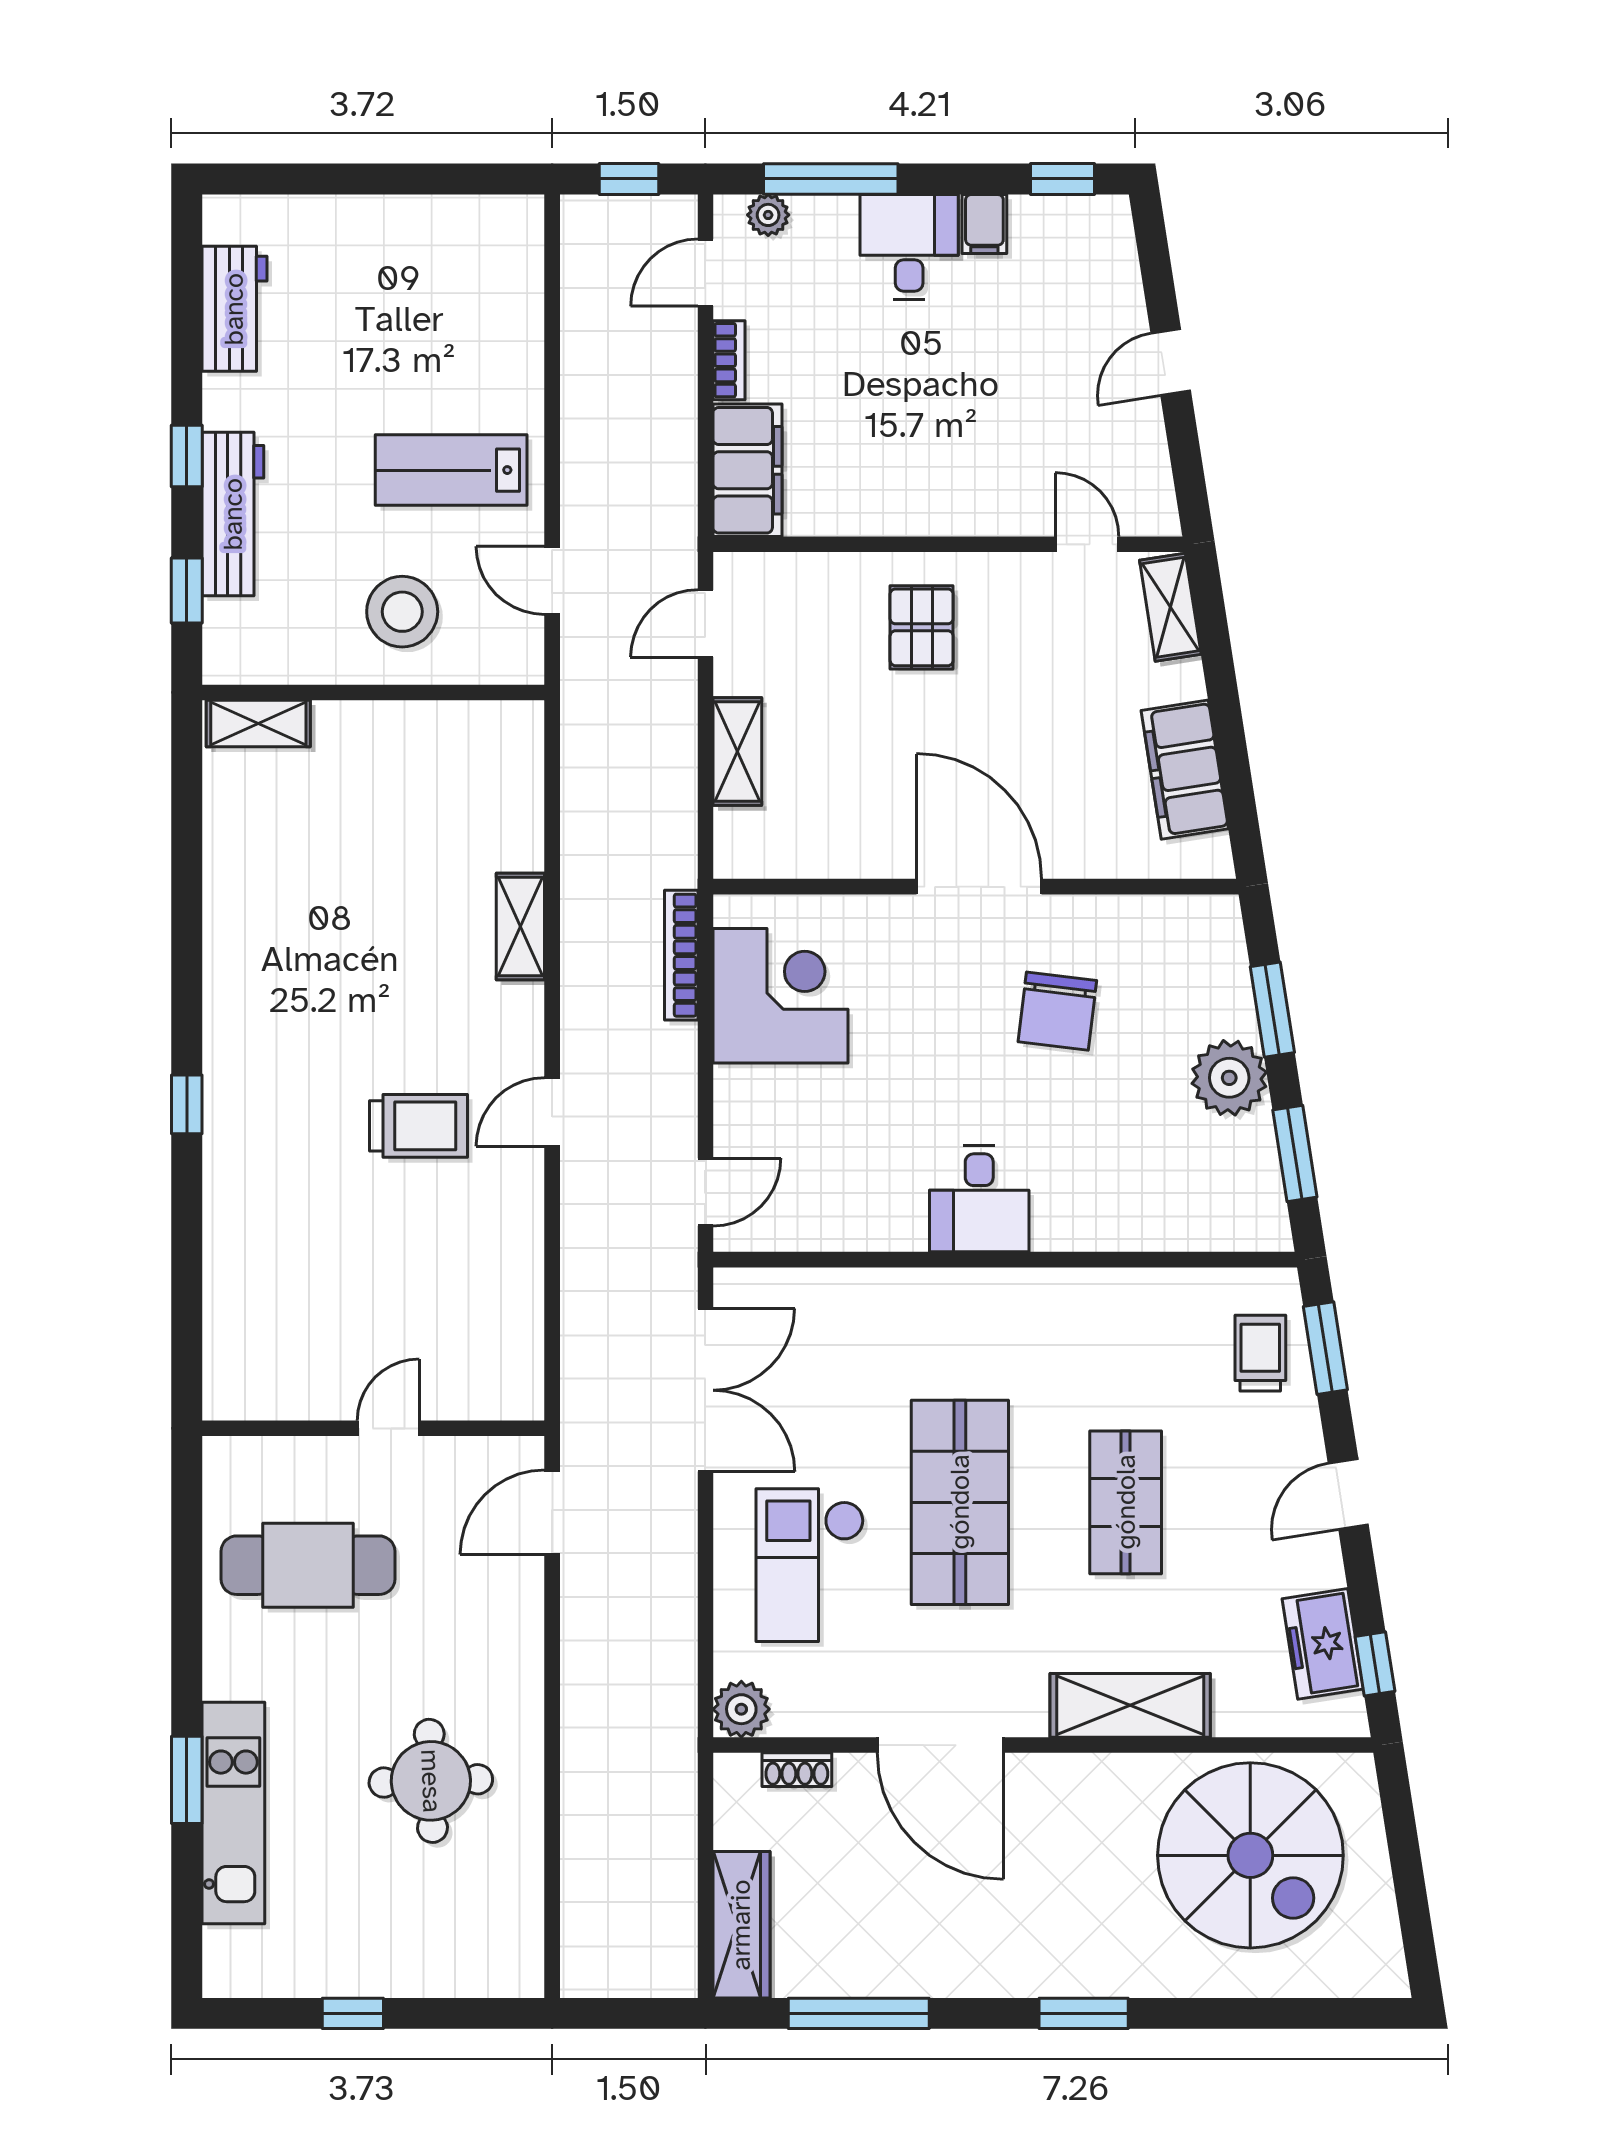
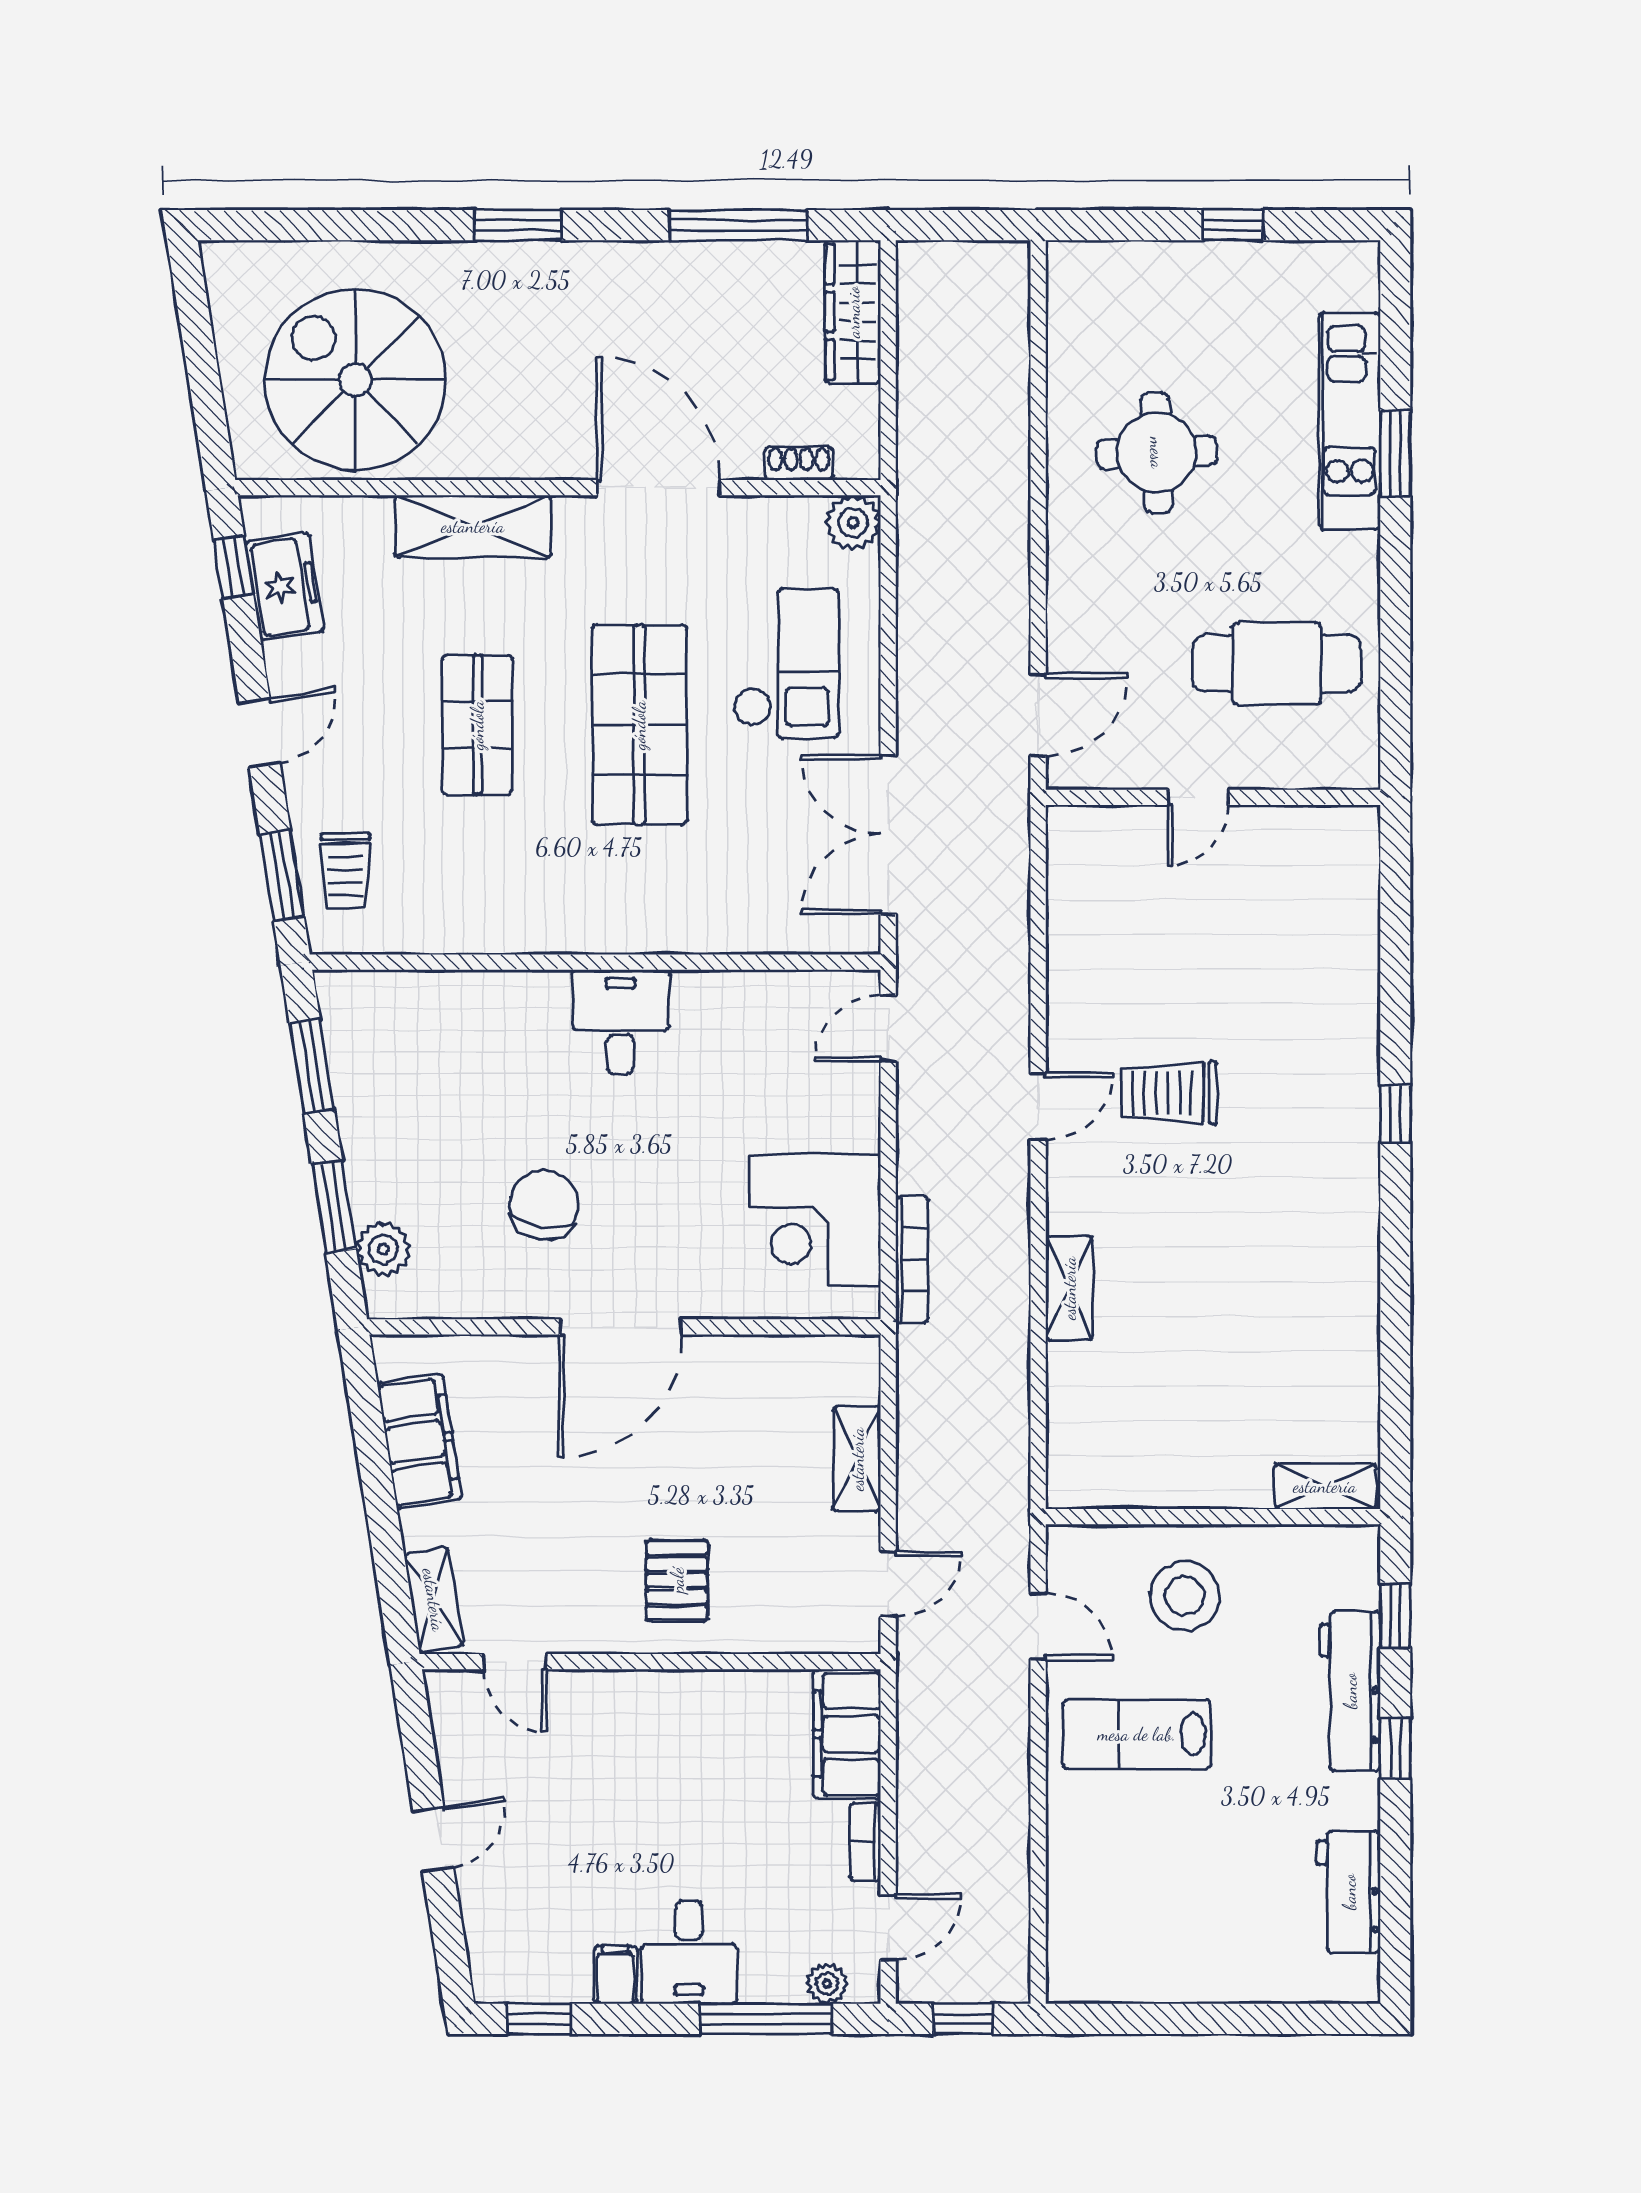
lab bench: (451, 470) -> (1137, 1734), turned 180
door: (979, 887) -> (621, 1327), hinge flipped
plant: (1229, 1078) -> (383, 1249), moved, width x0.73, depth x0.73

